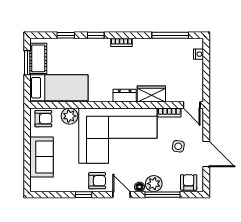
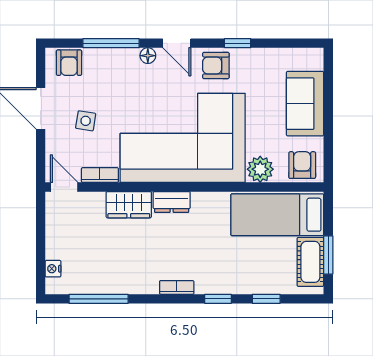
armchair: (43, 119) -> (302, 165), turned 90
plant: (154, 184) -> (125, 61), removed

